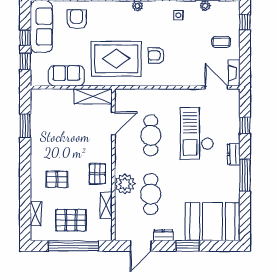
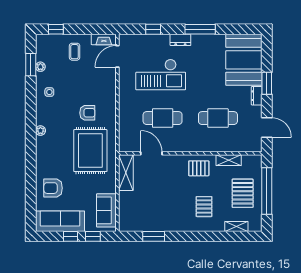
armchair: (156, 55) -> (87, 113), turned -90
sofa: (66, 76) -> (106, 210), moved
plant: (125, 184) -> (208, 143), removed
dresser: (163, 235) -> (257, 96), moved

